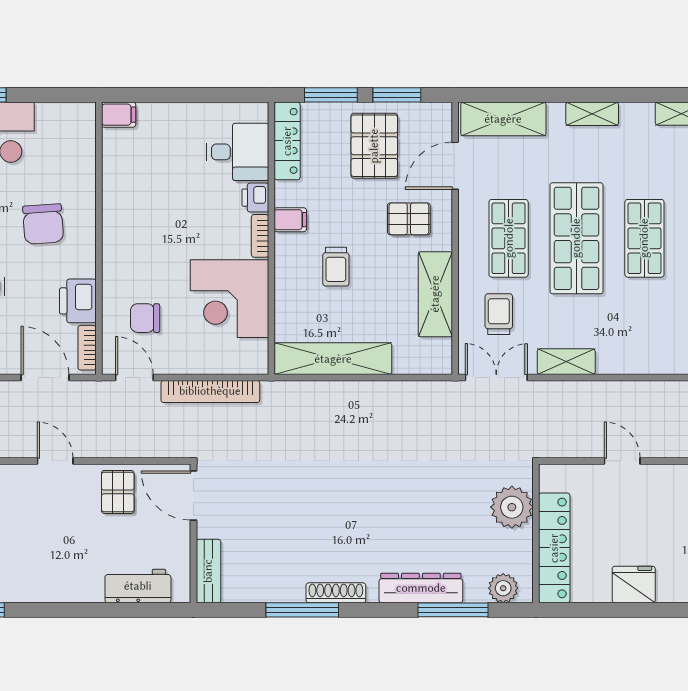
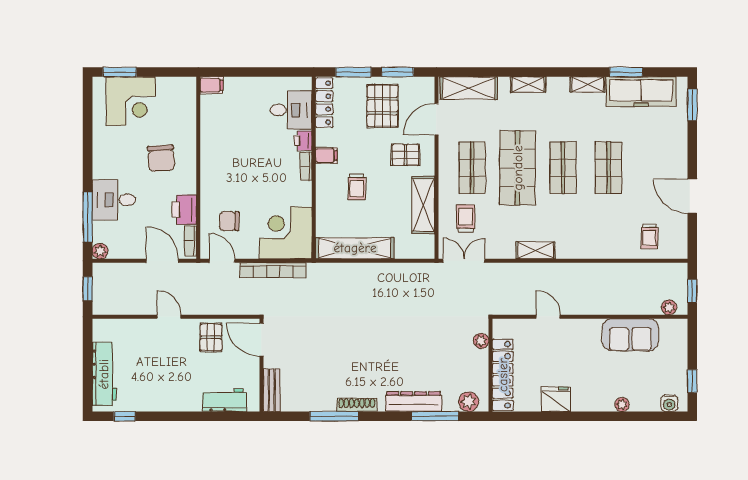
corner desk: (230, 299) -> (286, 233), moved, turned 90
shelving: (566, 362) -> (536, 250), moved
plant: (512, 507) -> (481, 341), width x0.53, depth x0.53

